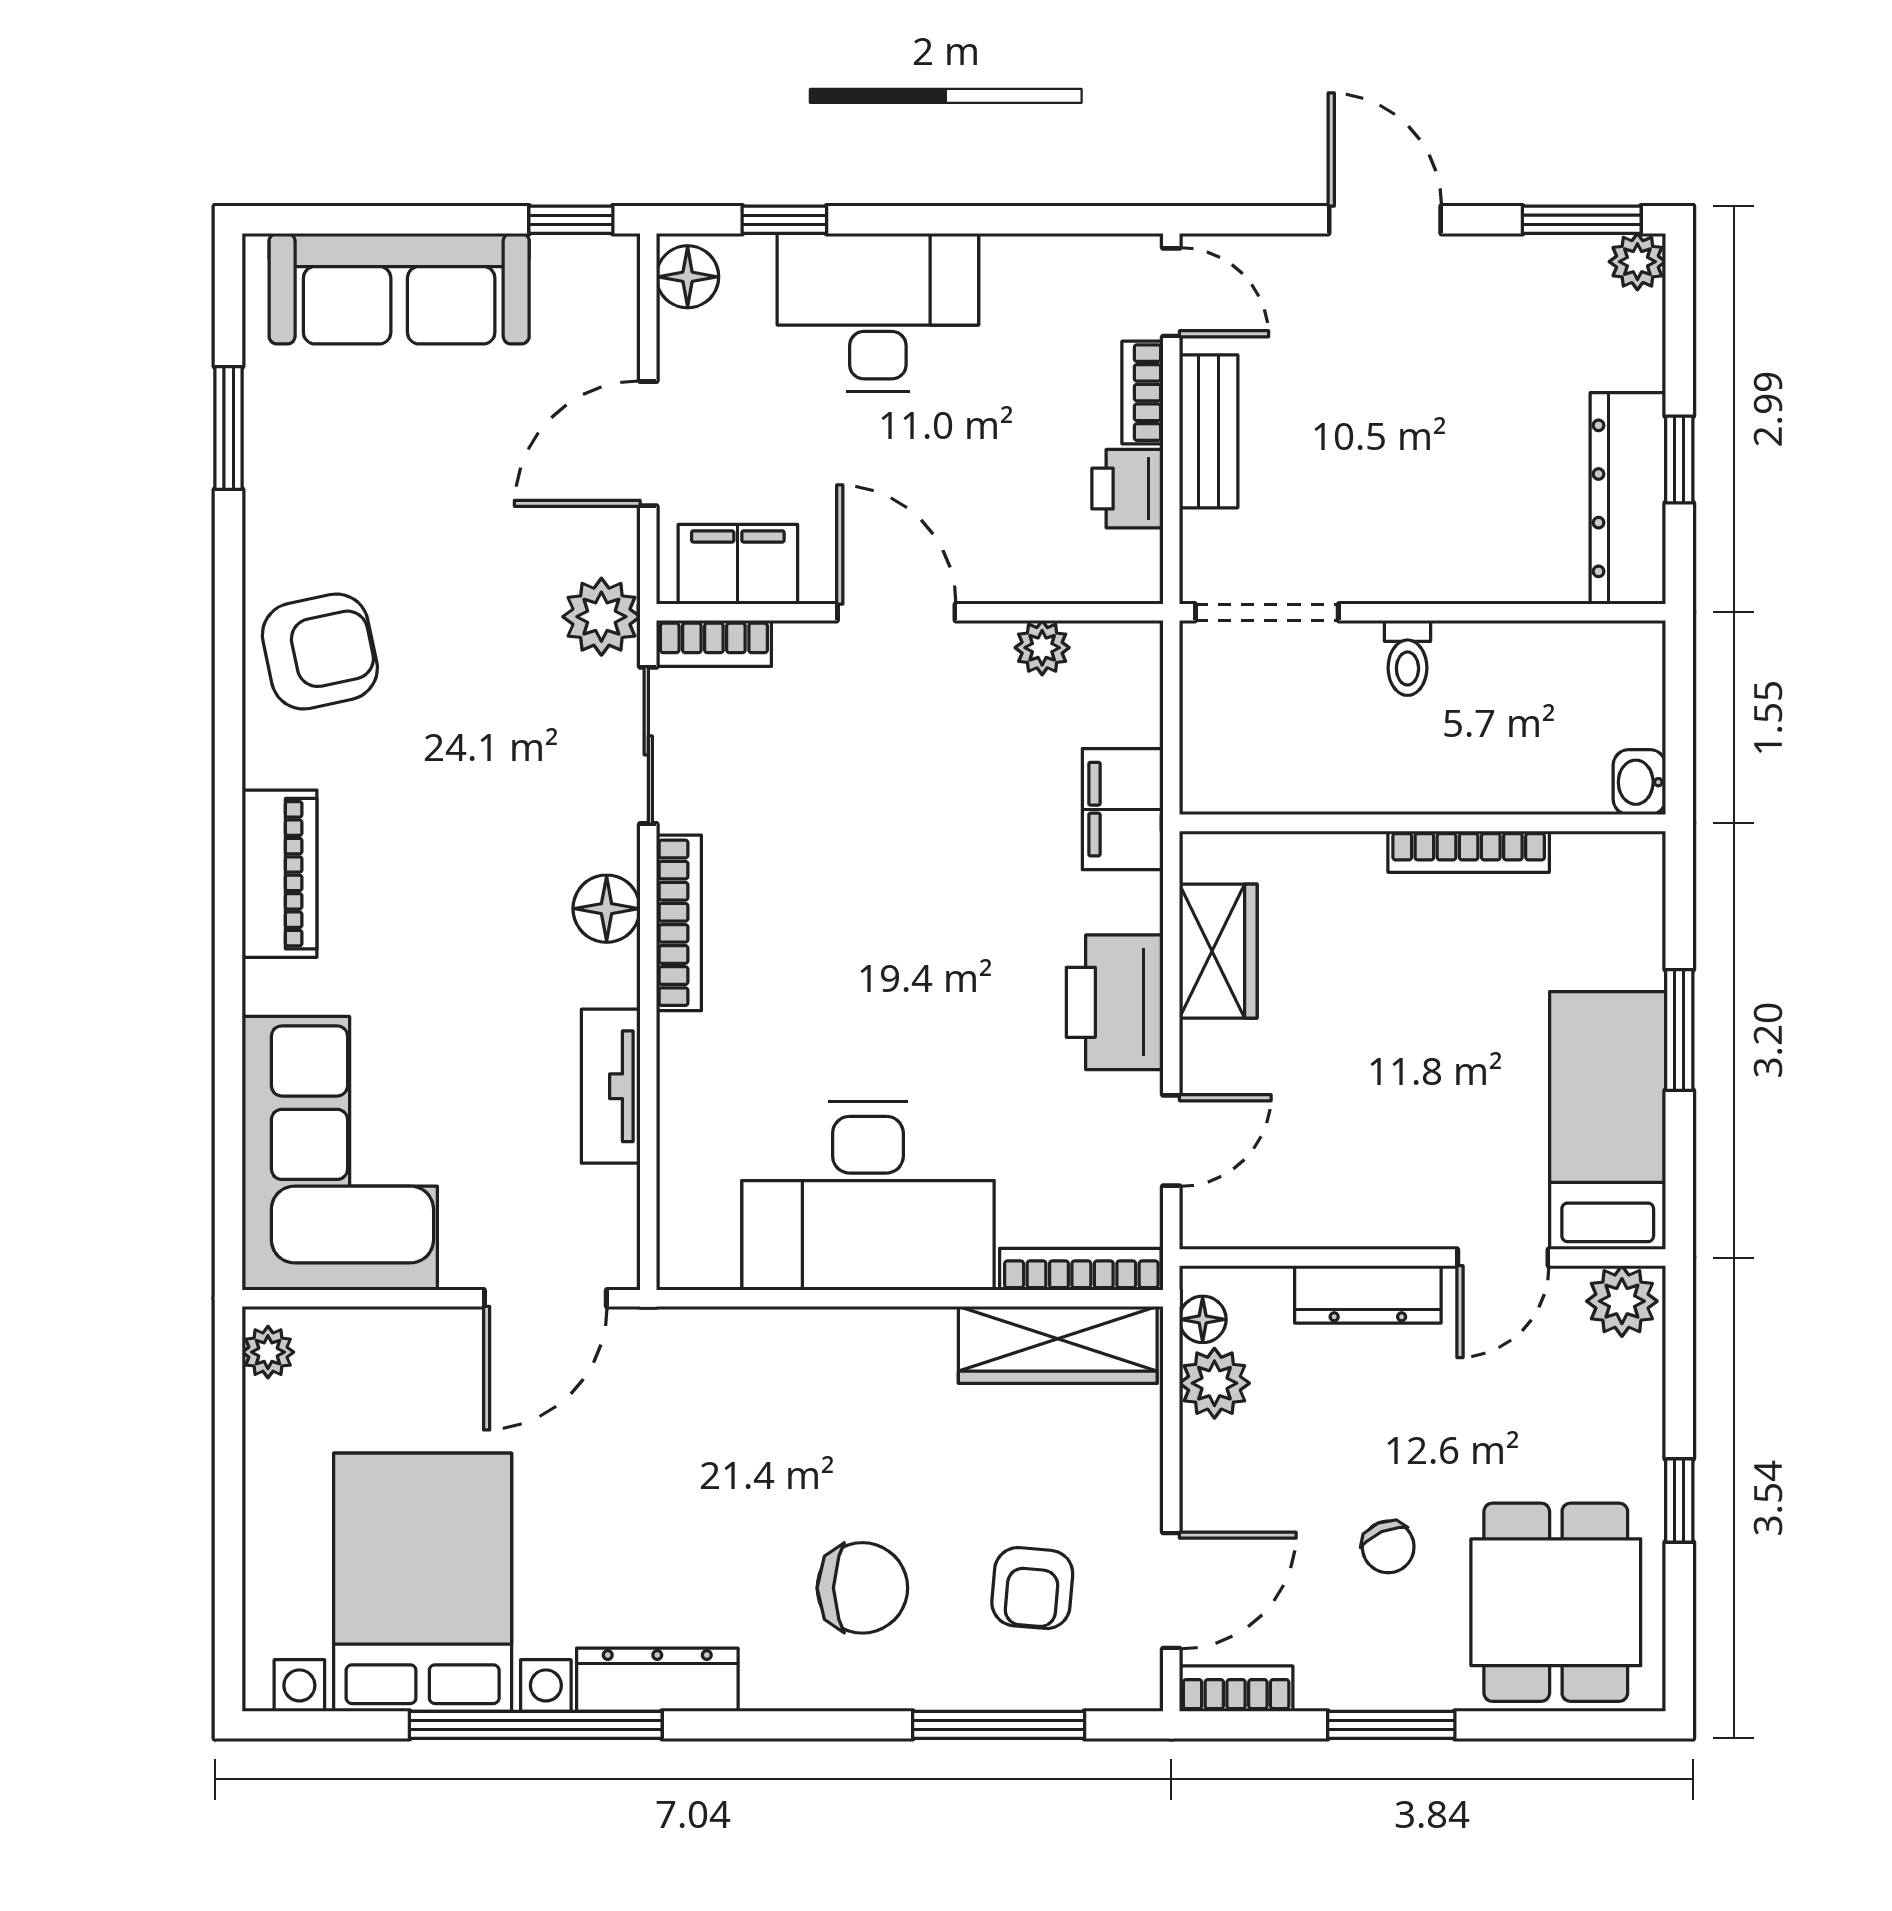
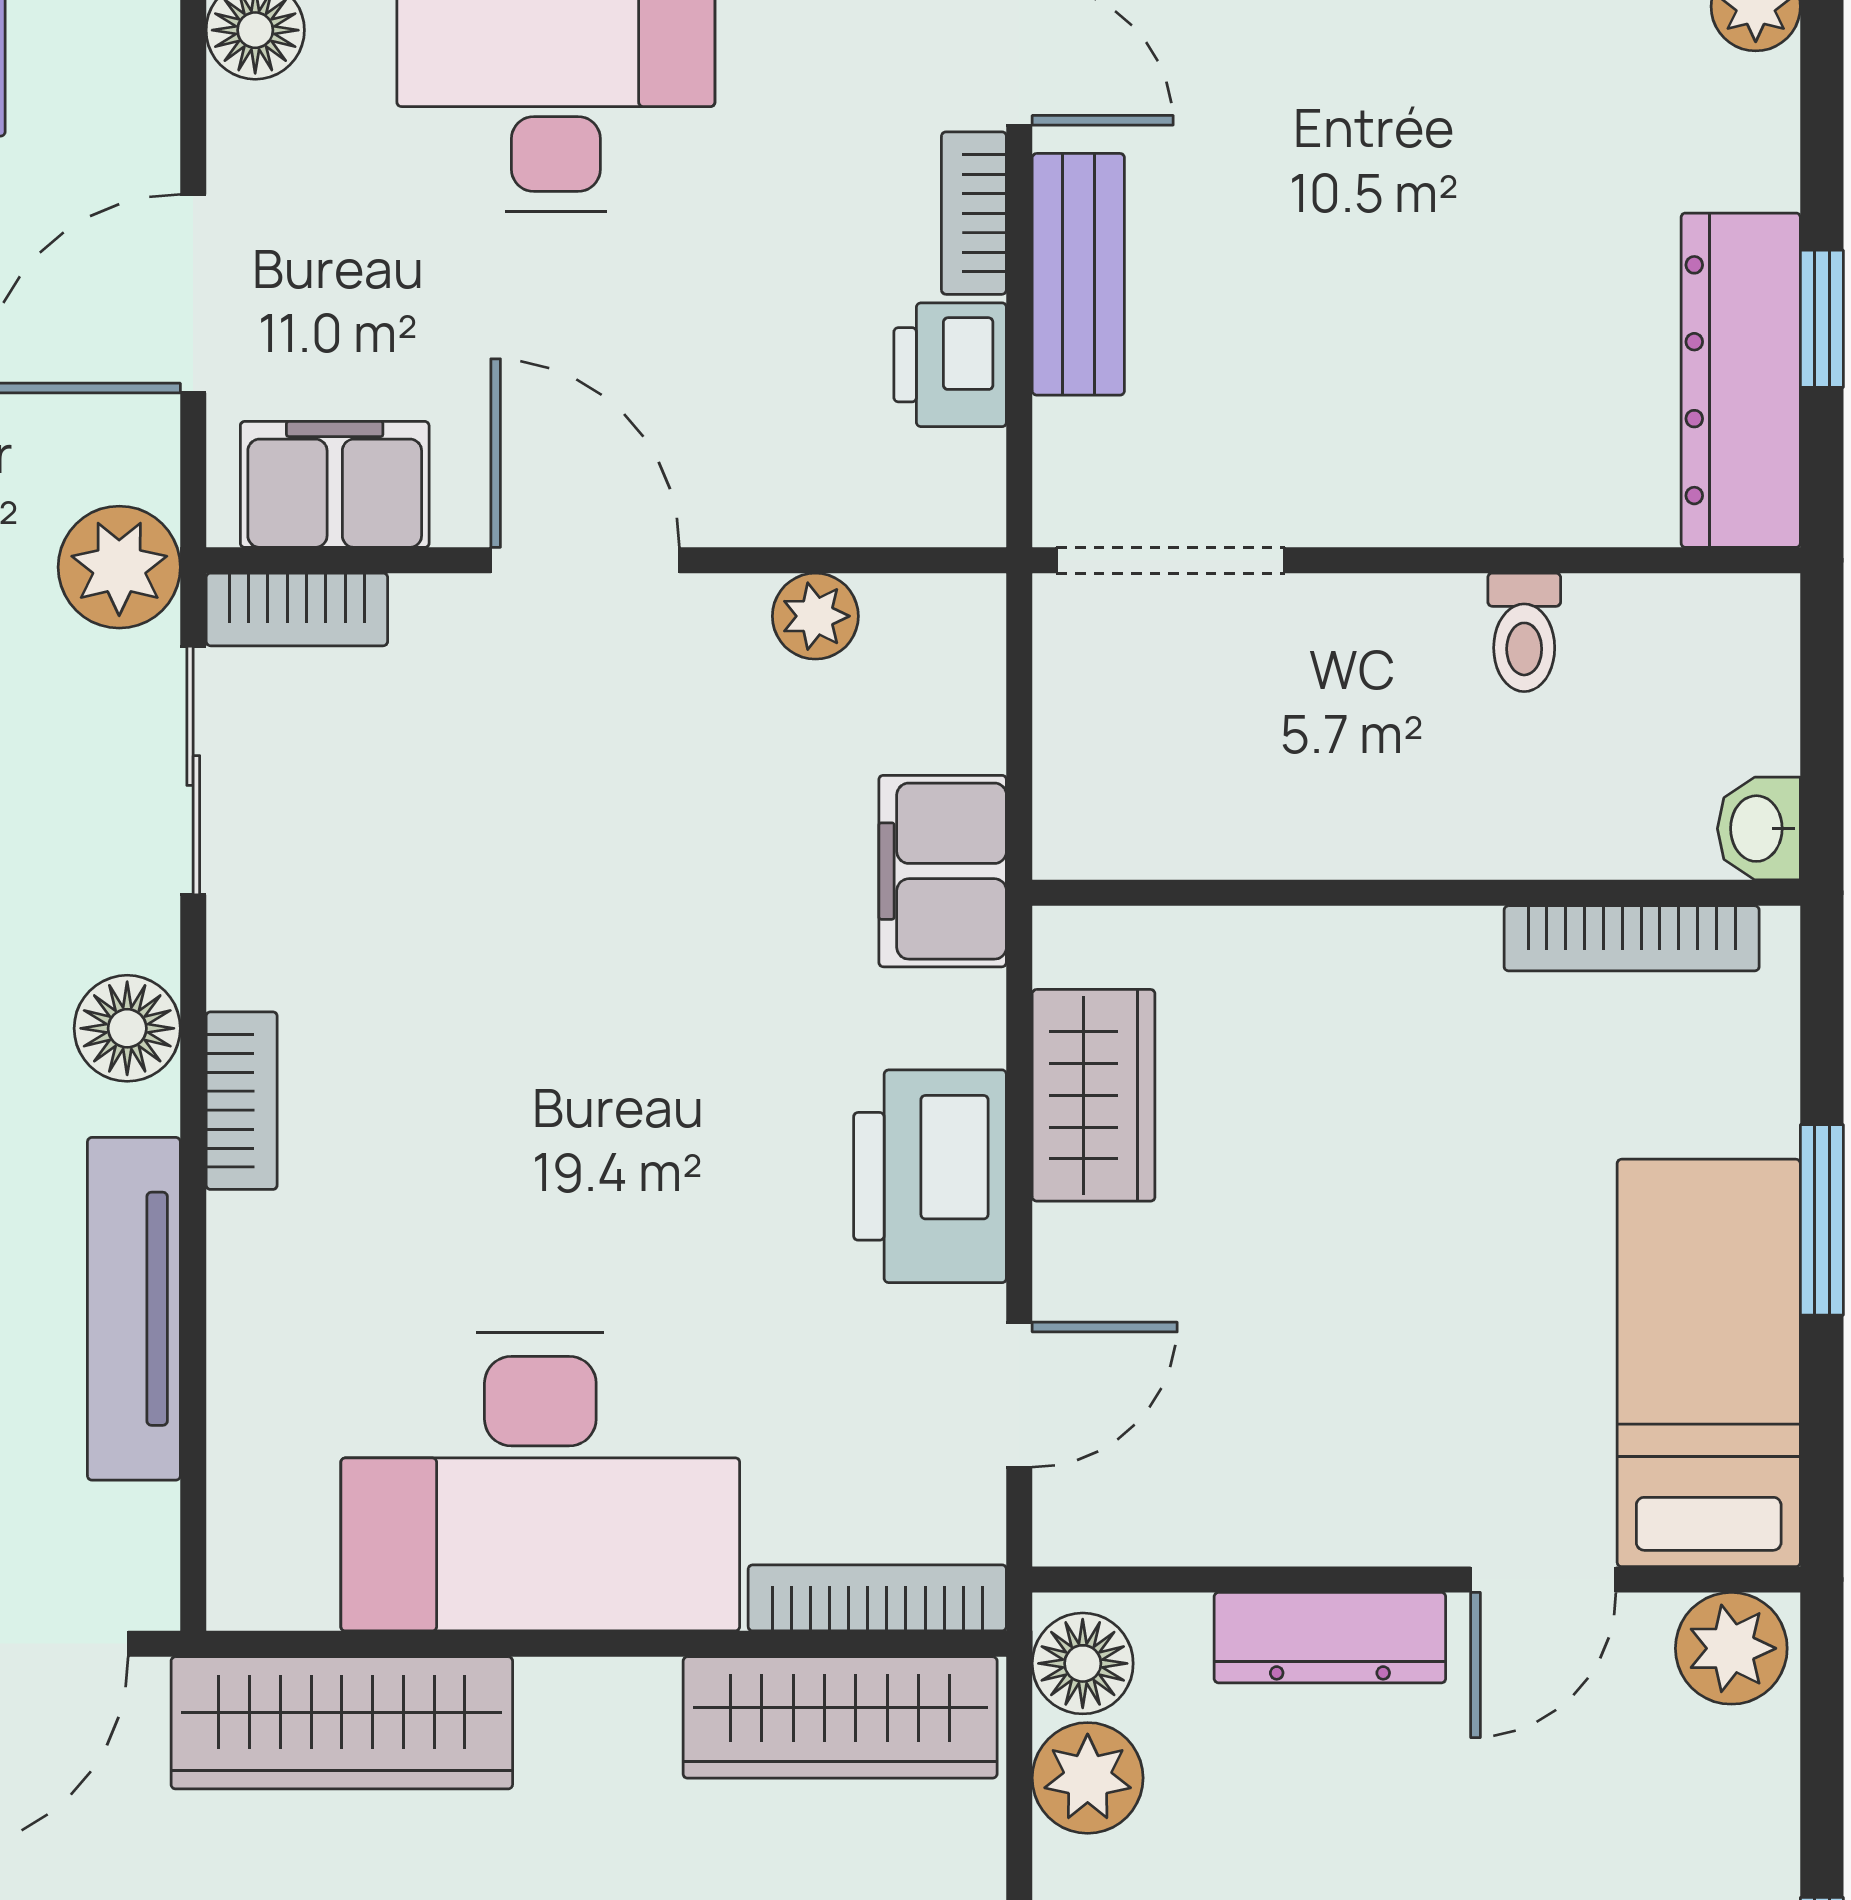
toilet: (1407, 658) -> (1524, 632), moved
bookcase: (1469, 852) -> (1632, 938), moved
bookcase: (679, 923) -> (242, 1101), width x0.64
tv unit: (611, 1086) -> (134, 1309), width x1.41
floor lamp: (1203, 1319) -> (1083, 1663), width x1.37, depth x1.37
wardrobe: (742, 1348) -> (342, 1723), added

